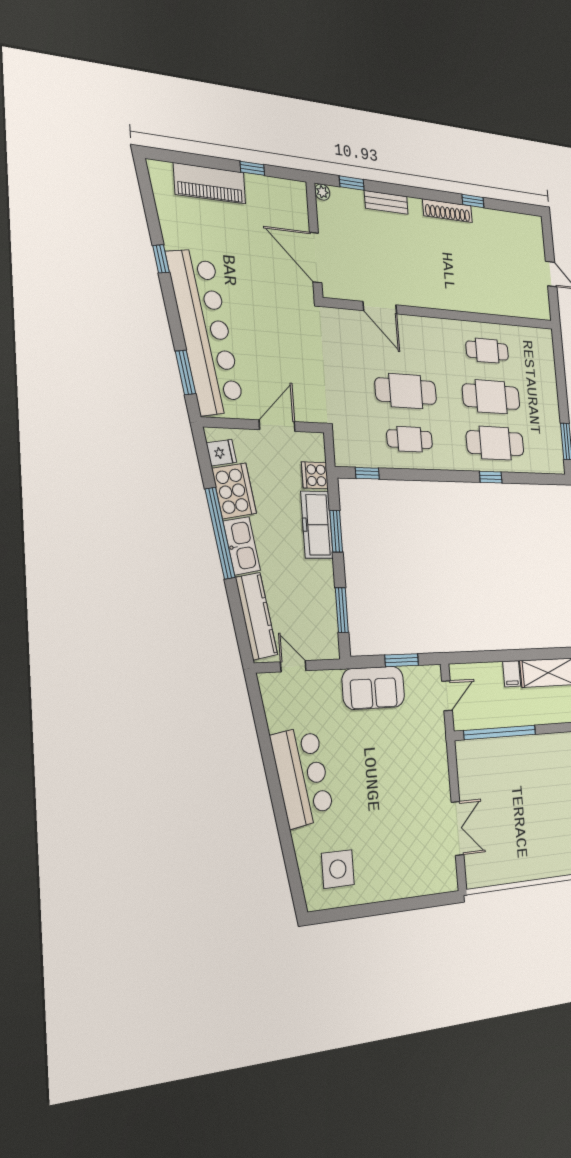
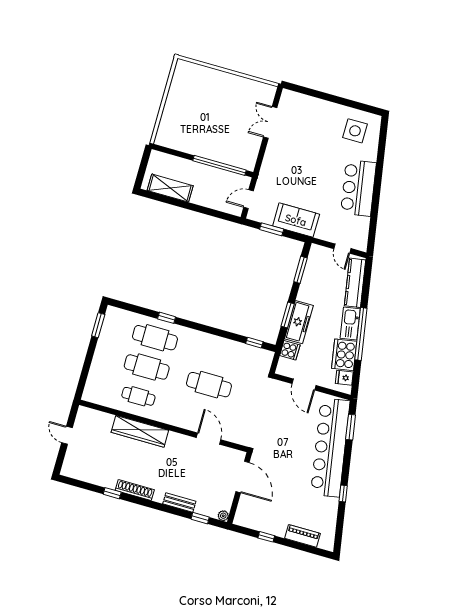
piano: (210, 183) -> (303, 536), width x0.73, depth x0.75
wardrobe: (469, 299) -> (140, 431), added
door: (277, 426) -> (304, 384), hinge flipped
cafe table: (410, 439) -> (217, 355), removed
filing cabinet: (512, 674) -> (198, 196), removed

